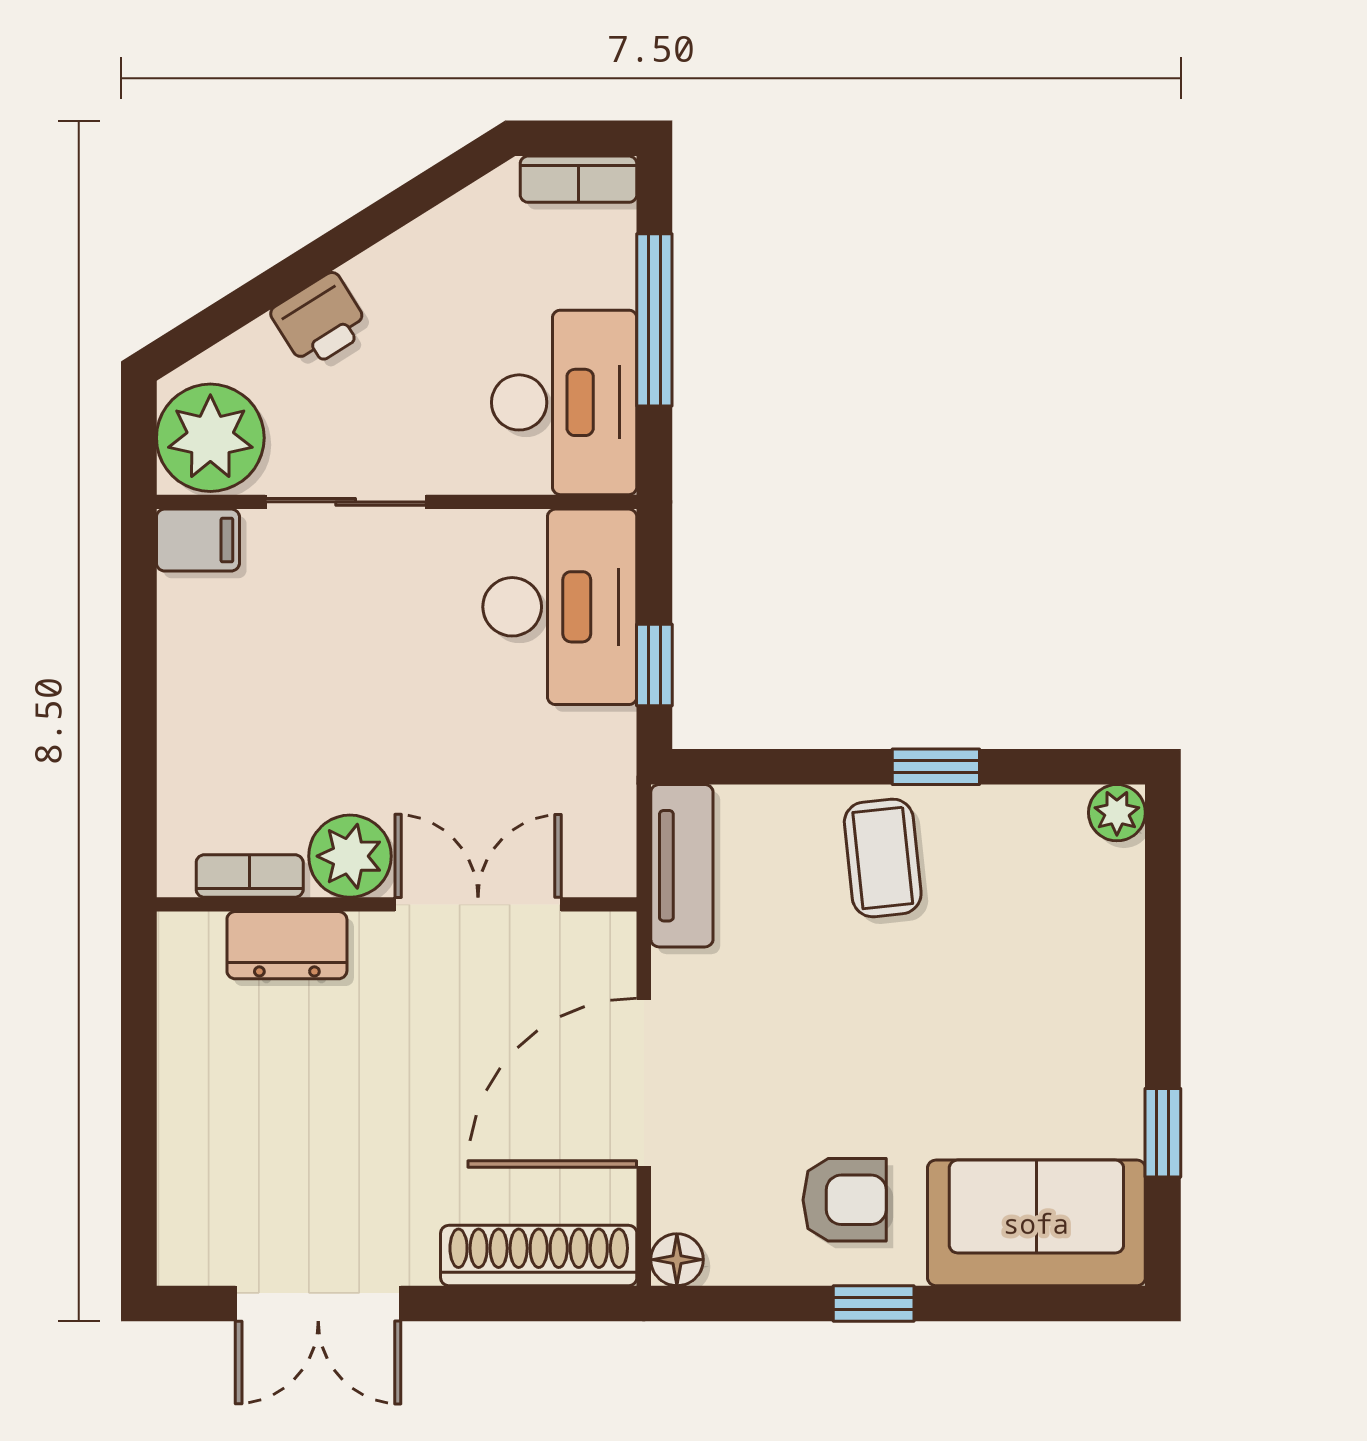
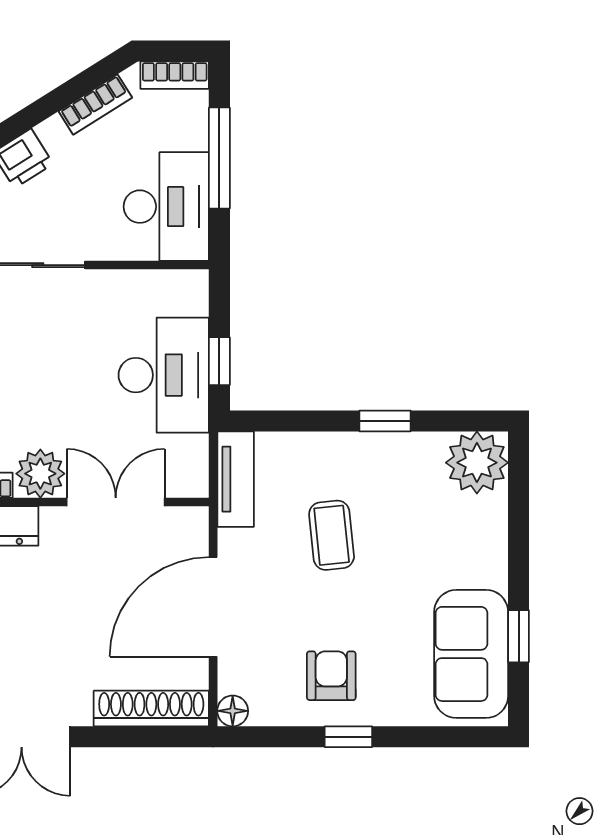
bookcase: (444, 229) -> (95, 104), added
desk: (560, 607) -> (164, 375), moved
plant: (1117, 813) -> (477, 463), width x1.87, depth x1.87
coffee table: (883, 858) -> (332, 535), moved
armchair: (845, 1200) -> (331, 676), turned -90
sofa: (1036, 1223) -> (471, 654), moved, turned -90

